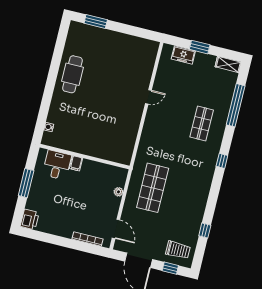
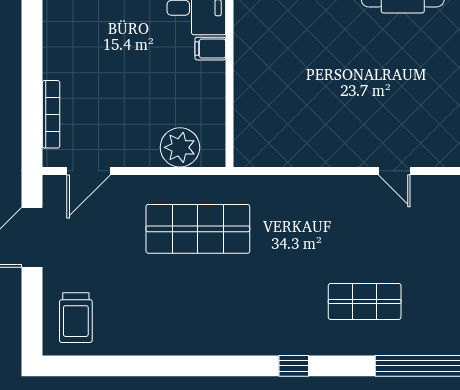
plant: (118, 192) -> (180, 147), width x1.88, depth x1.88
window: (205, 231) -> (133, 366), removed
window: (170, 268) -> (32, 311), removed

